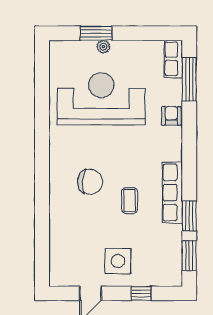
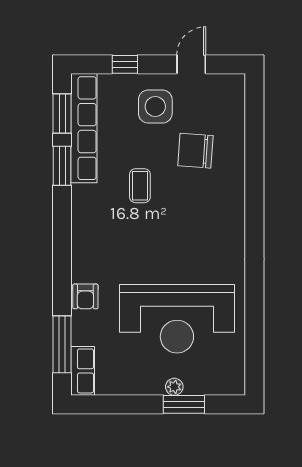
chair: (90, 182) -> (195, 151), moved
row of seats: (172, 193) -> (84, 128), moved, width x1.36

